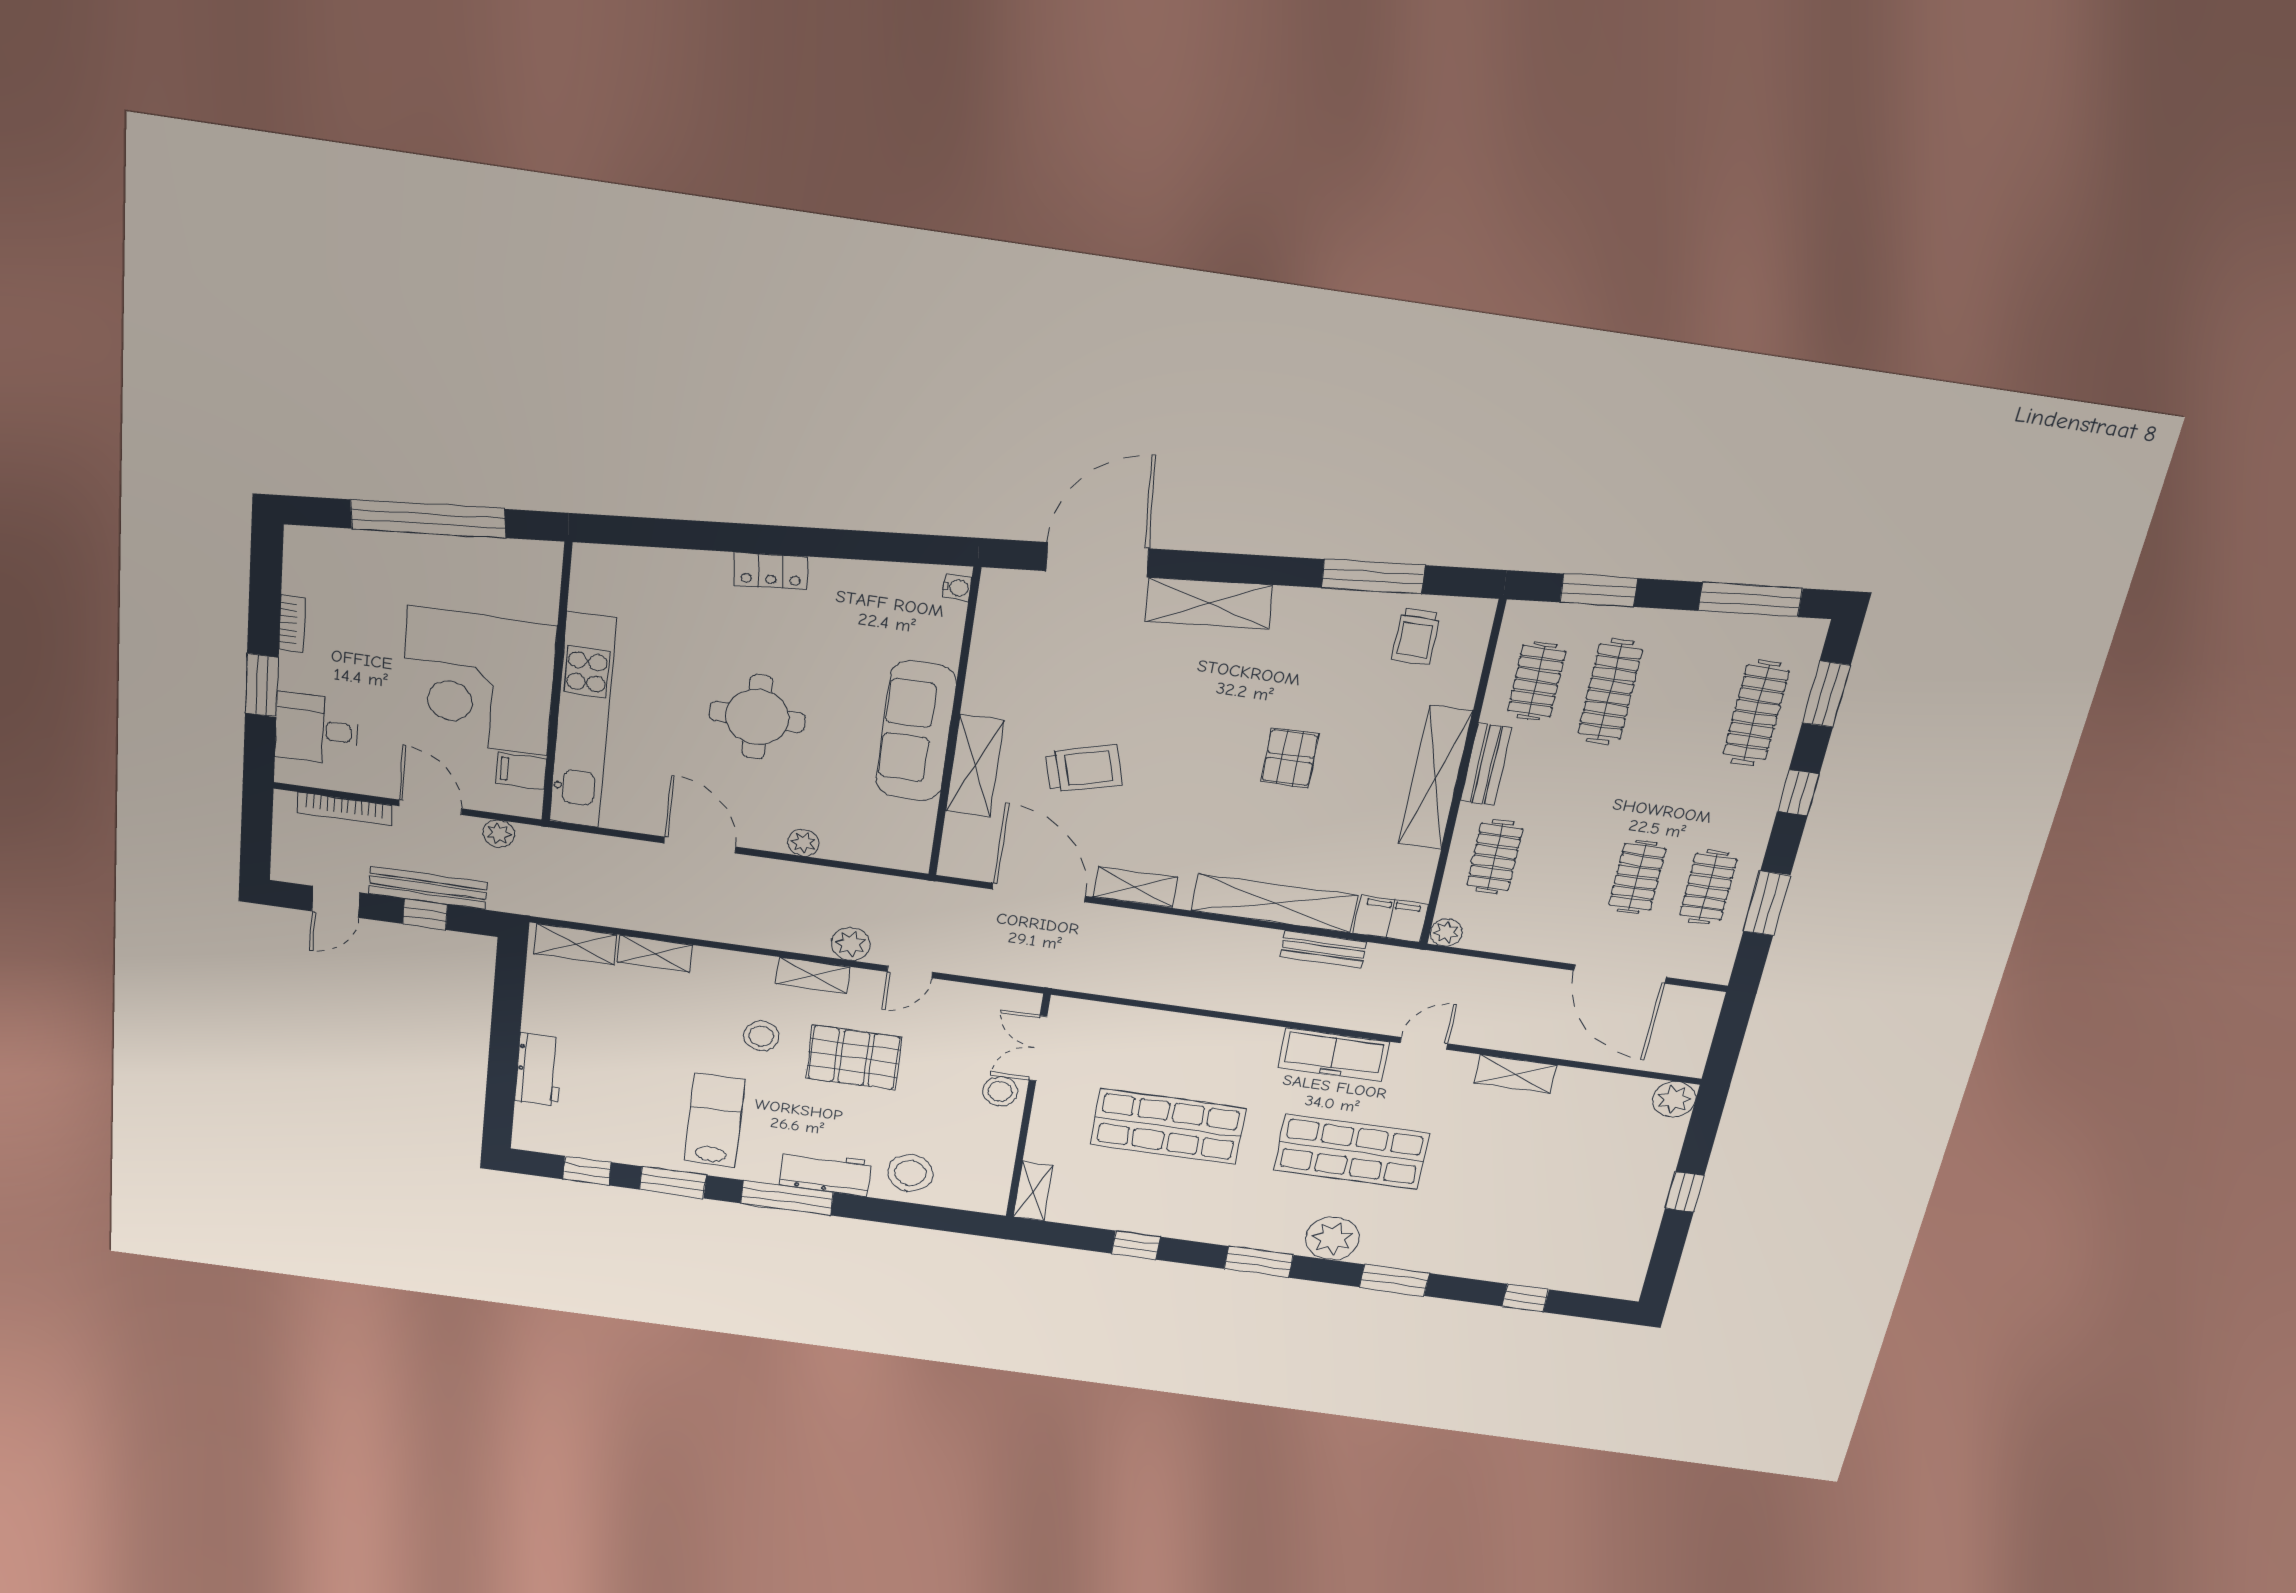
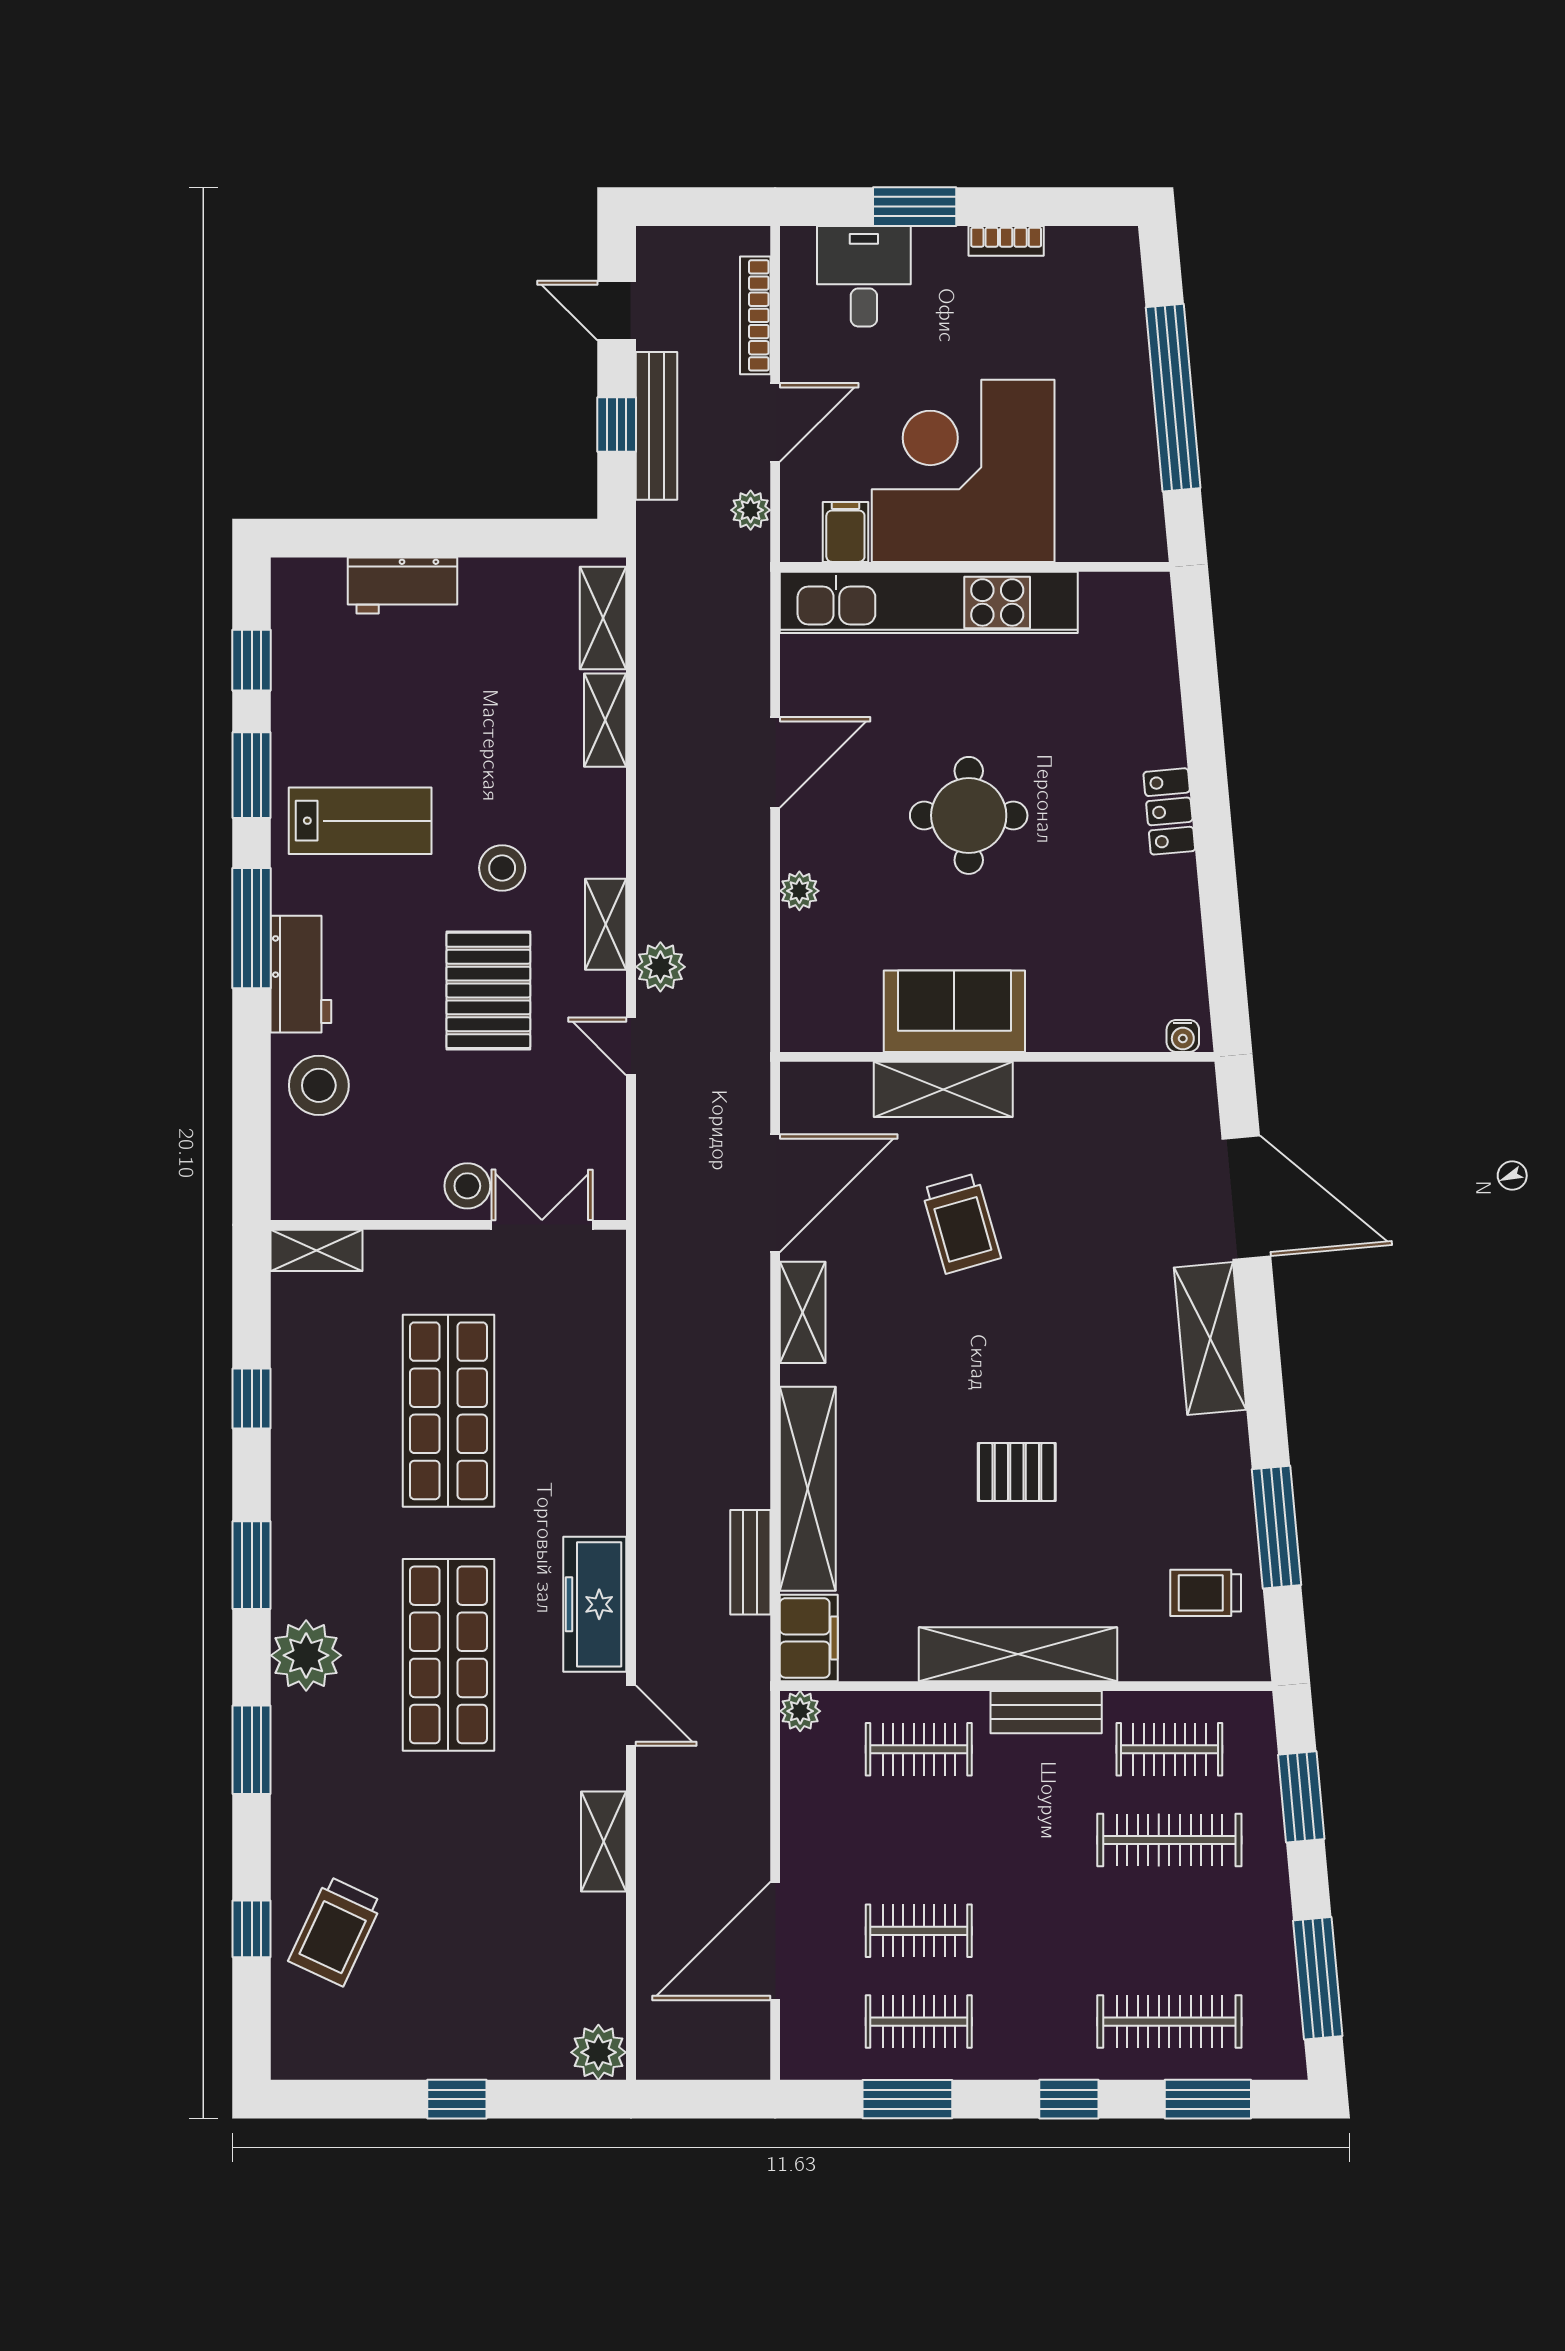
sofa: (916, 731) -> (954, 1011), width x0.73
trolley: (1540, 1248) -> (335, 1931), added

